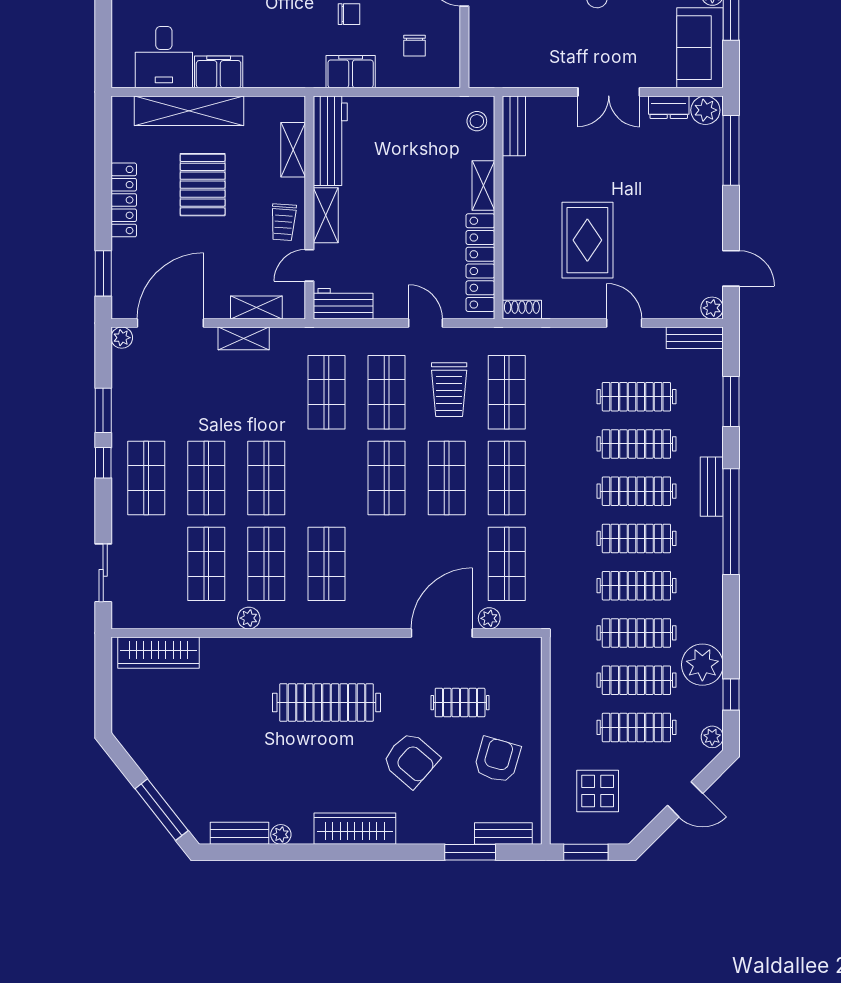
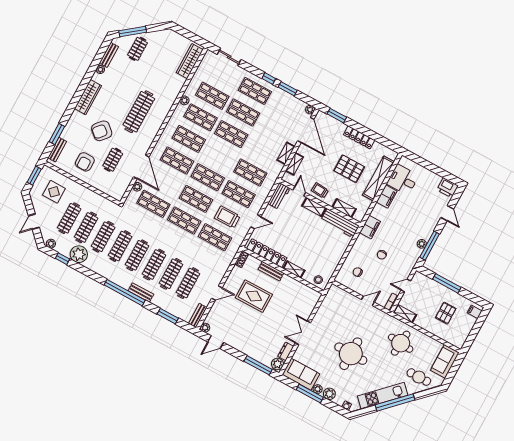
filing cabinet: (351, 72) -> (370, 227), moved
bench: (514, 126) -> (271, 271), moved
shop shelf: (387, 564) -> (177, 161), added
armchair: (497, 760) -> (85, 162), turned 74
clothes rail: (193, 779) -> (138, 49), added

